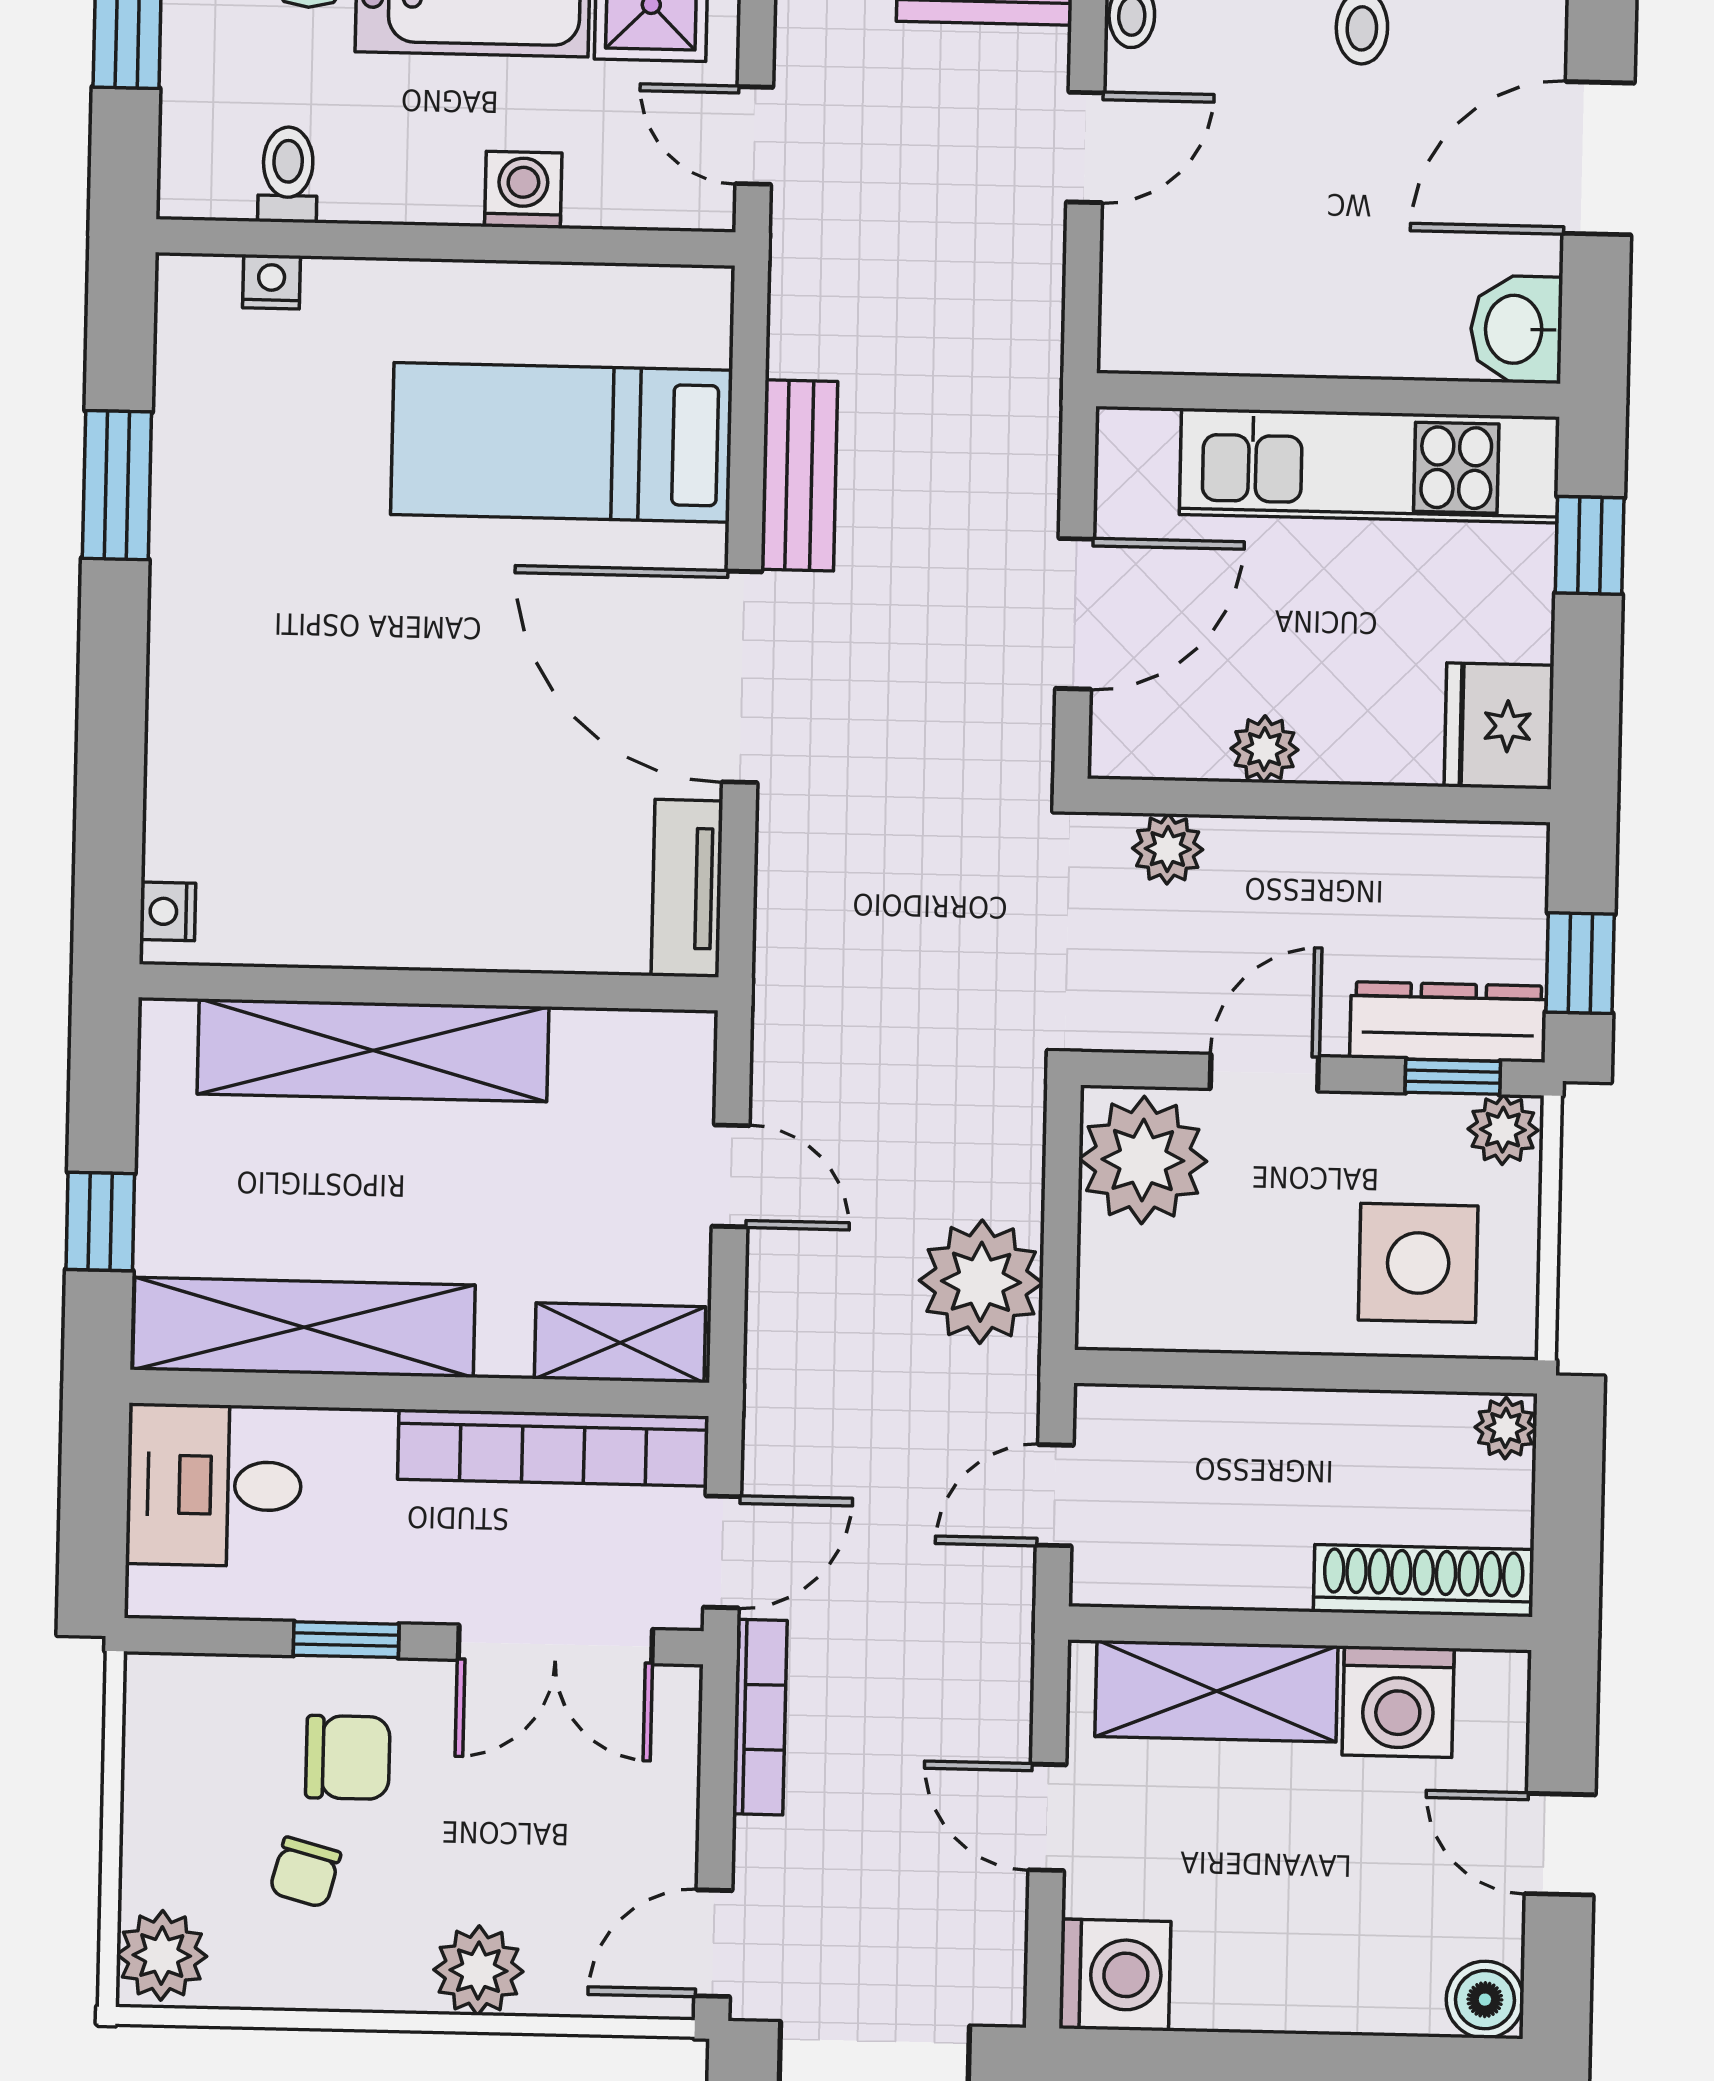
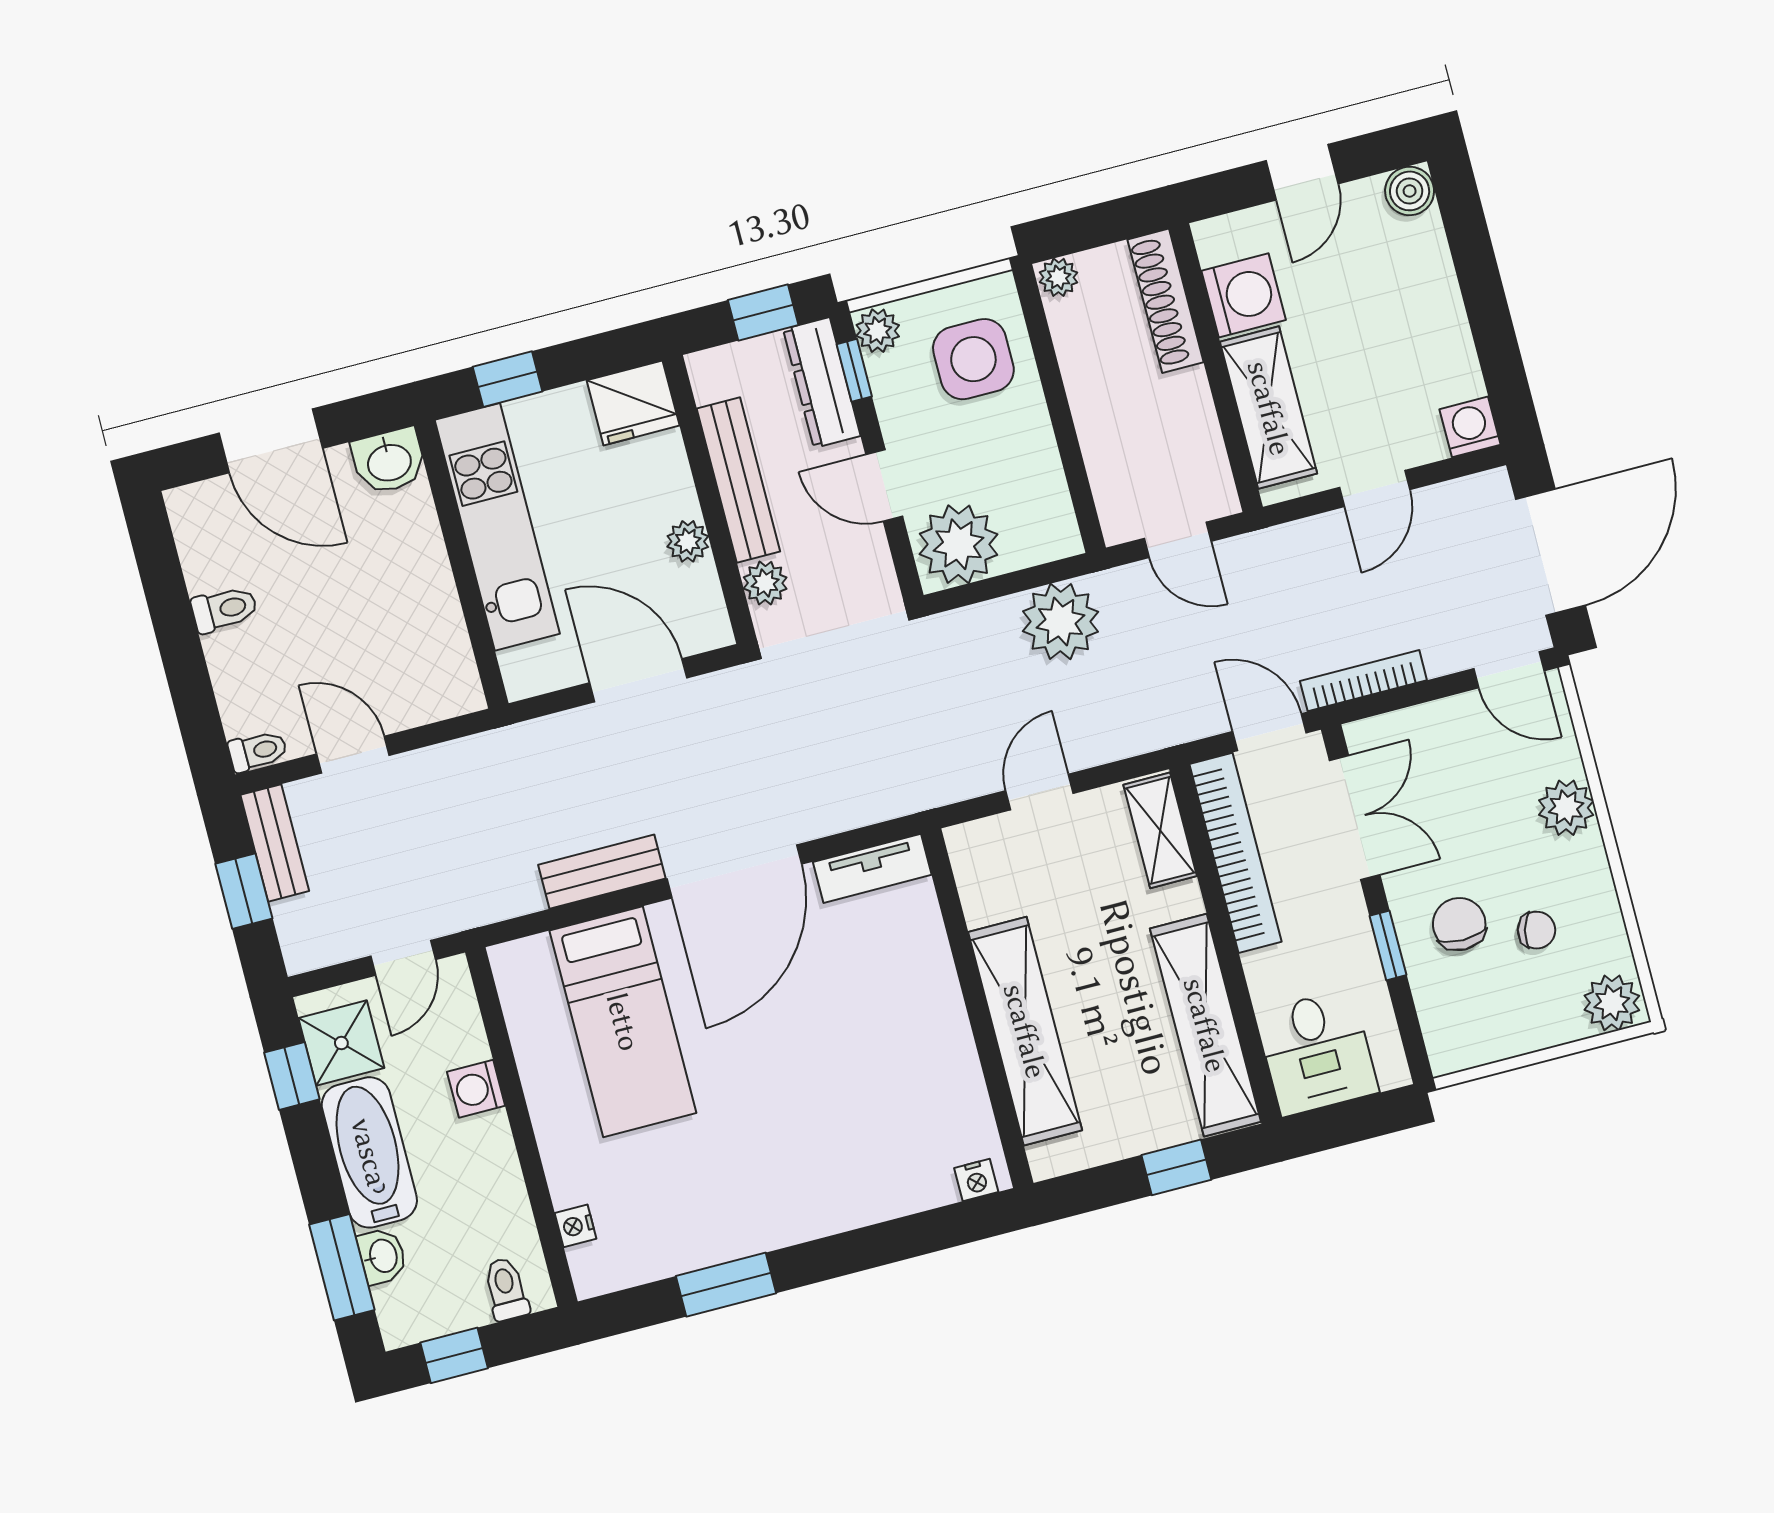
toilet: (288, 175) -> (506, 1289), moved, turned 90
bench: (1336, 853) -> (738, 480), added
washing machine: (1115, 1975) -> (1470, 427), width x0.73, depth x0.73

